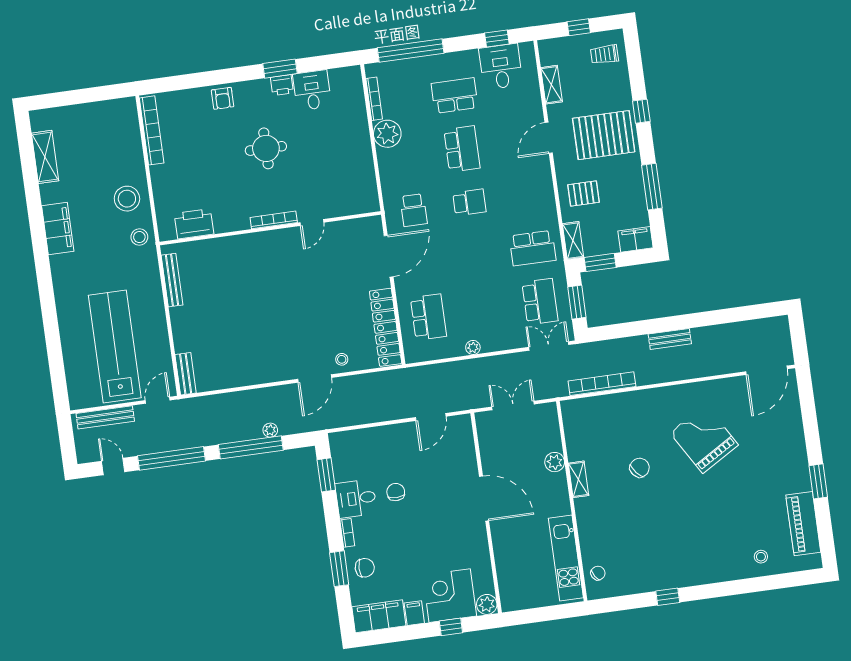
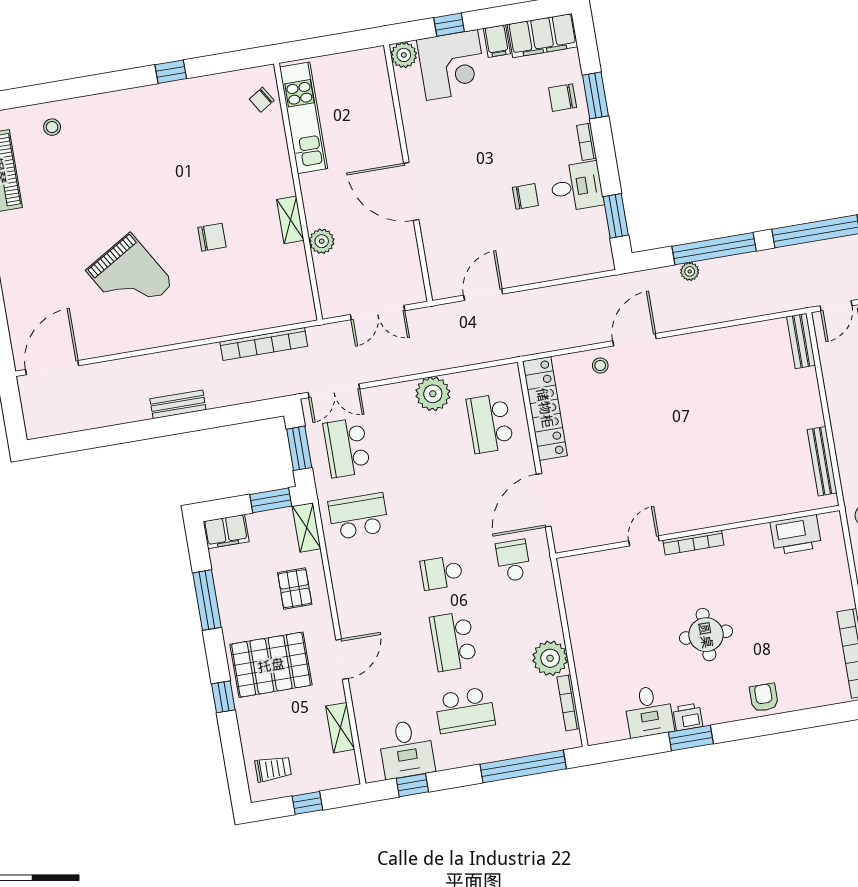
pallet: (584, 194) -> (295, 589), turned 90
plant: (473, 347) -> (433, 394), width x1.88, depth x1.88
chair: (640, 468) -> (212, 237), turned -140
chair: (396, 492) -> (525, 196), turned -90

